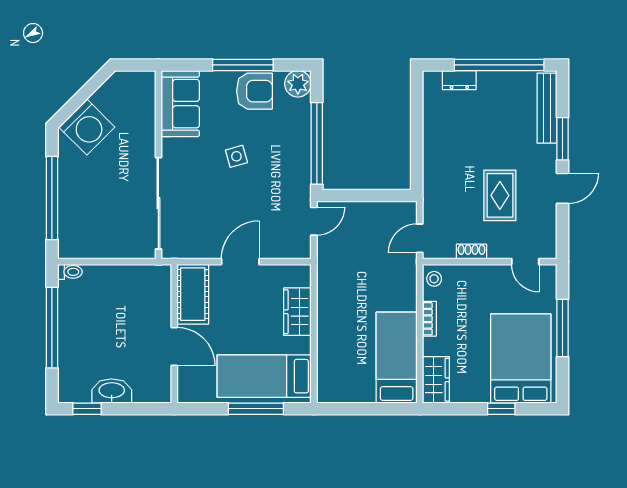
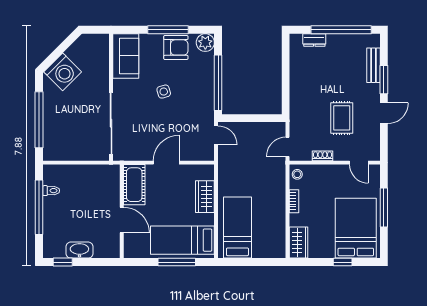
bench: (547, 108) -> (373, 65), width x0.73
door: (314, 221) -> (216, 135), hinge flipped
toilet: (70, 272) -> (51, 191), moved
bed: (397, 358) -> (237, 228), moved

